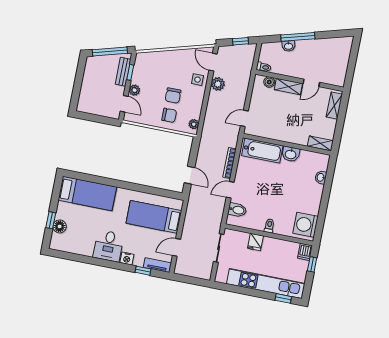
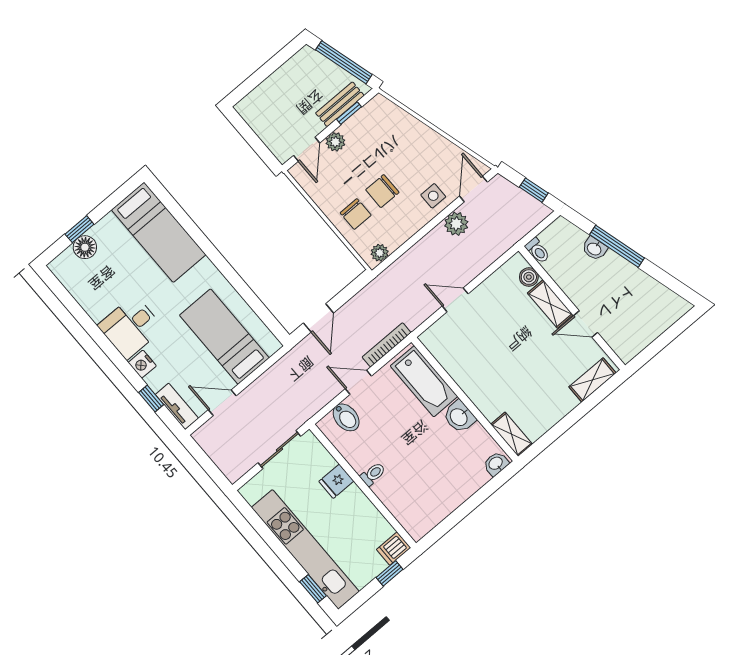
shelving: (320, 143) -> (512, 434), moved
wall: (287, 144) -> (465, 399), moved
bathtub: (262, 151) -> (424, 381), moved
washbasin: (291, 154) -> (459, 417), moved
washing machine: (305, 225) -> (424, 512), removed

